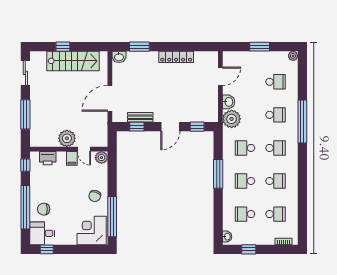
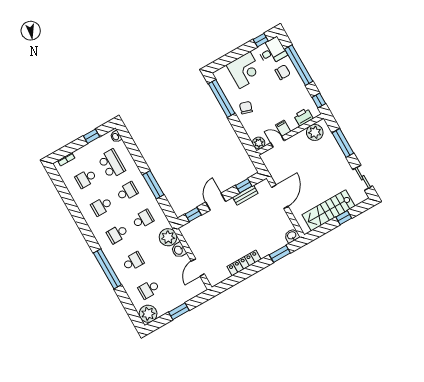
plant: (293, 56) -> (148, 314), width x1.88, depth x1.88
school desk: (275, 115) -> (133, 262), turned 180
plant: (67, 138) -> (315, 132), moved
school desk: (245, 214) -> (111, 164), width x1.85
corner desk: (92, 230) -> (245, 70), moved

